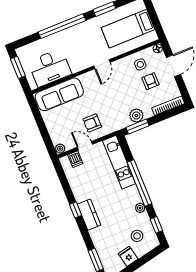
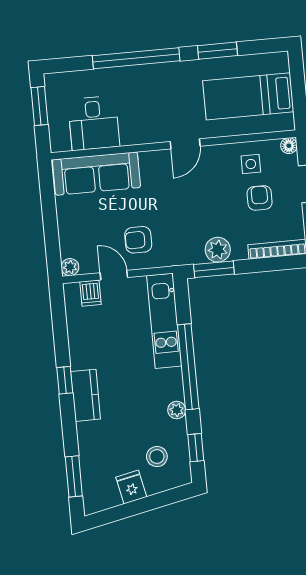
desk: (50, 68) -> (94, 123), width x0.73

